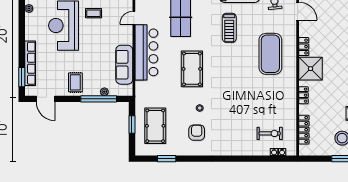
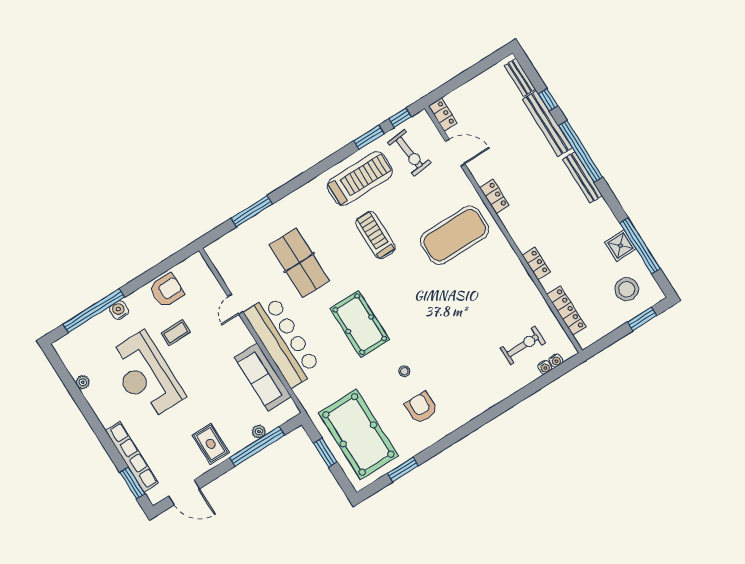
treadmill: (229, 28) -> (375, 235), turned 180
exercise mat: (270, 54) -> (455, 235), turned 90
shower: (311, 69) -> (523, 221), removed
pool table: (155, 126) -> (358, 434), width x1.36, depth x1.32

